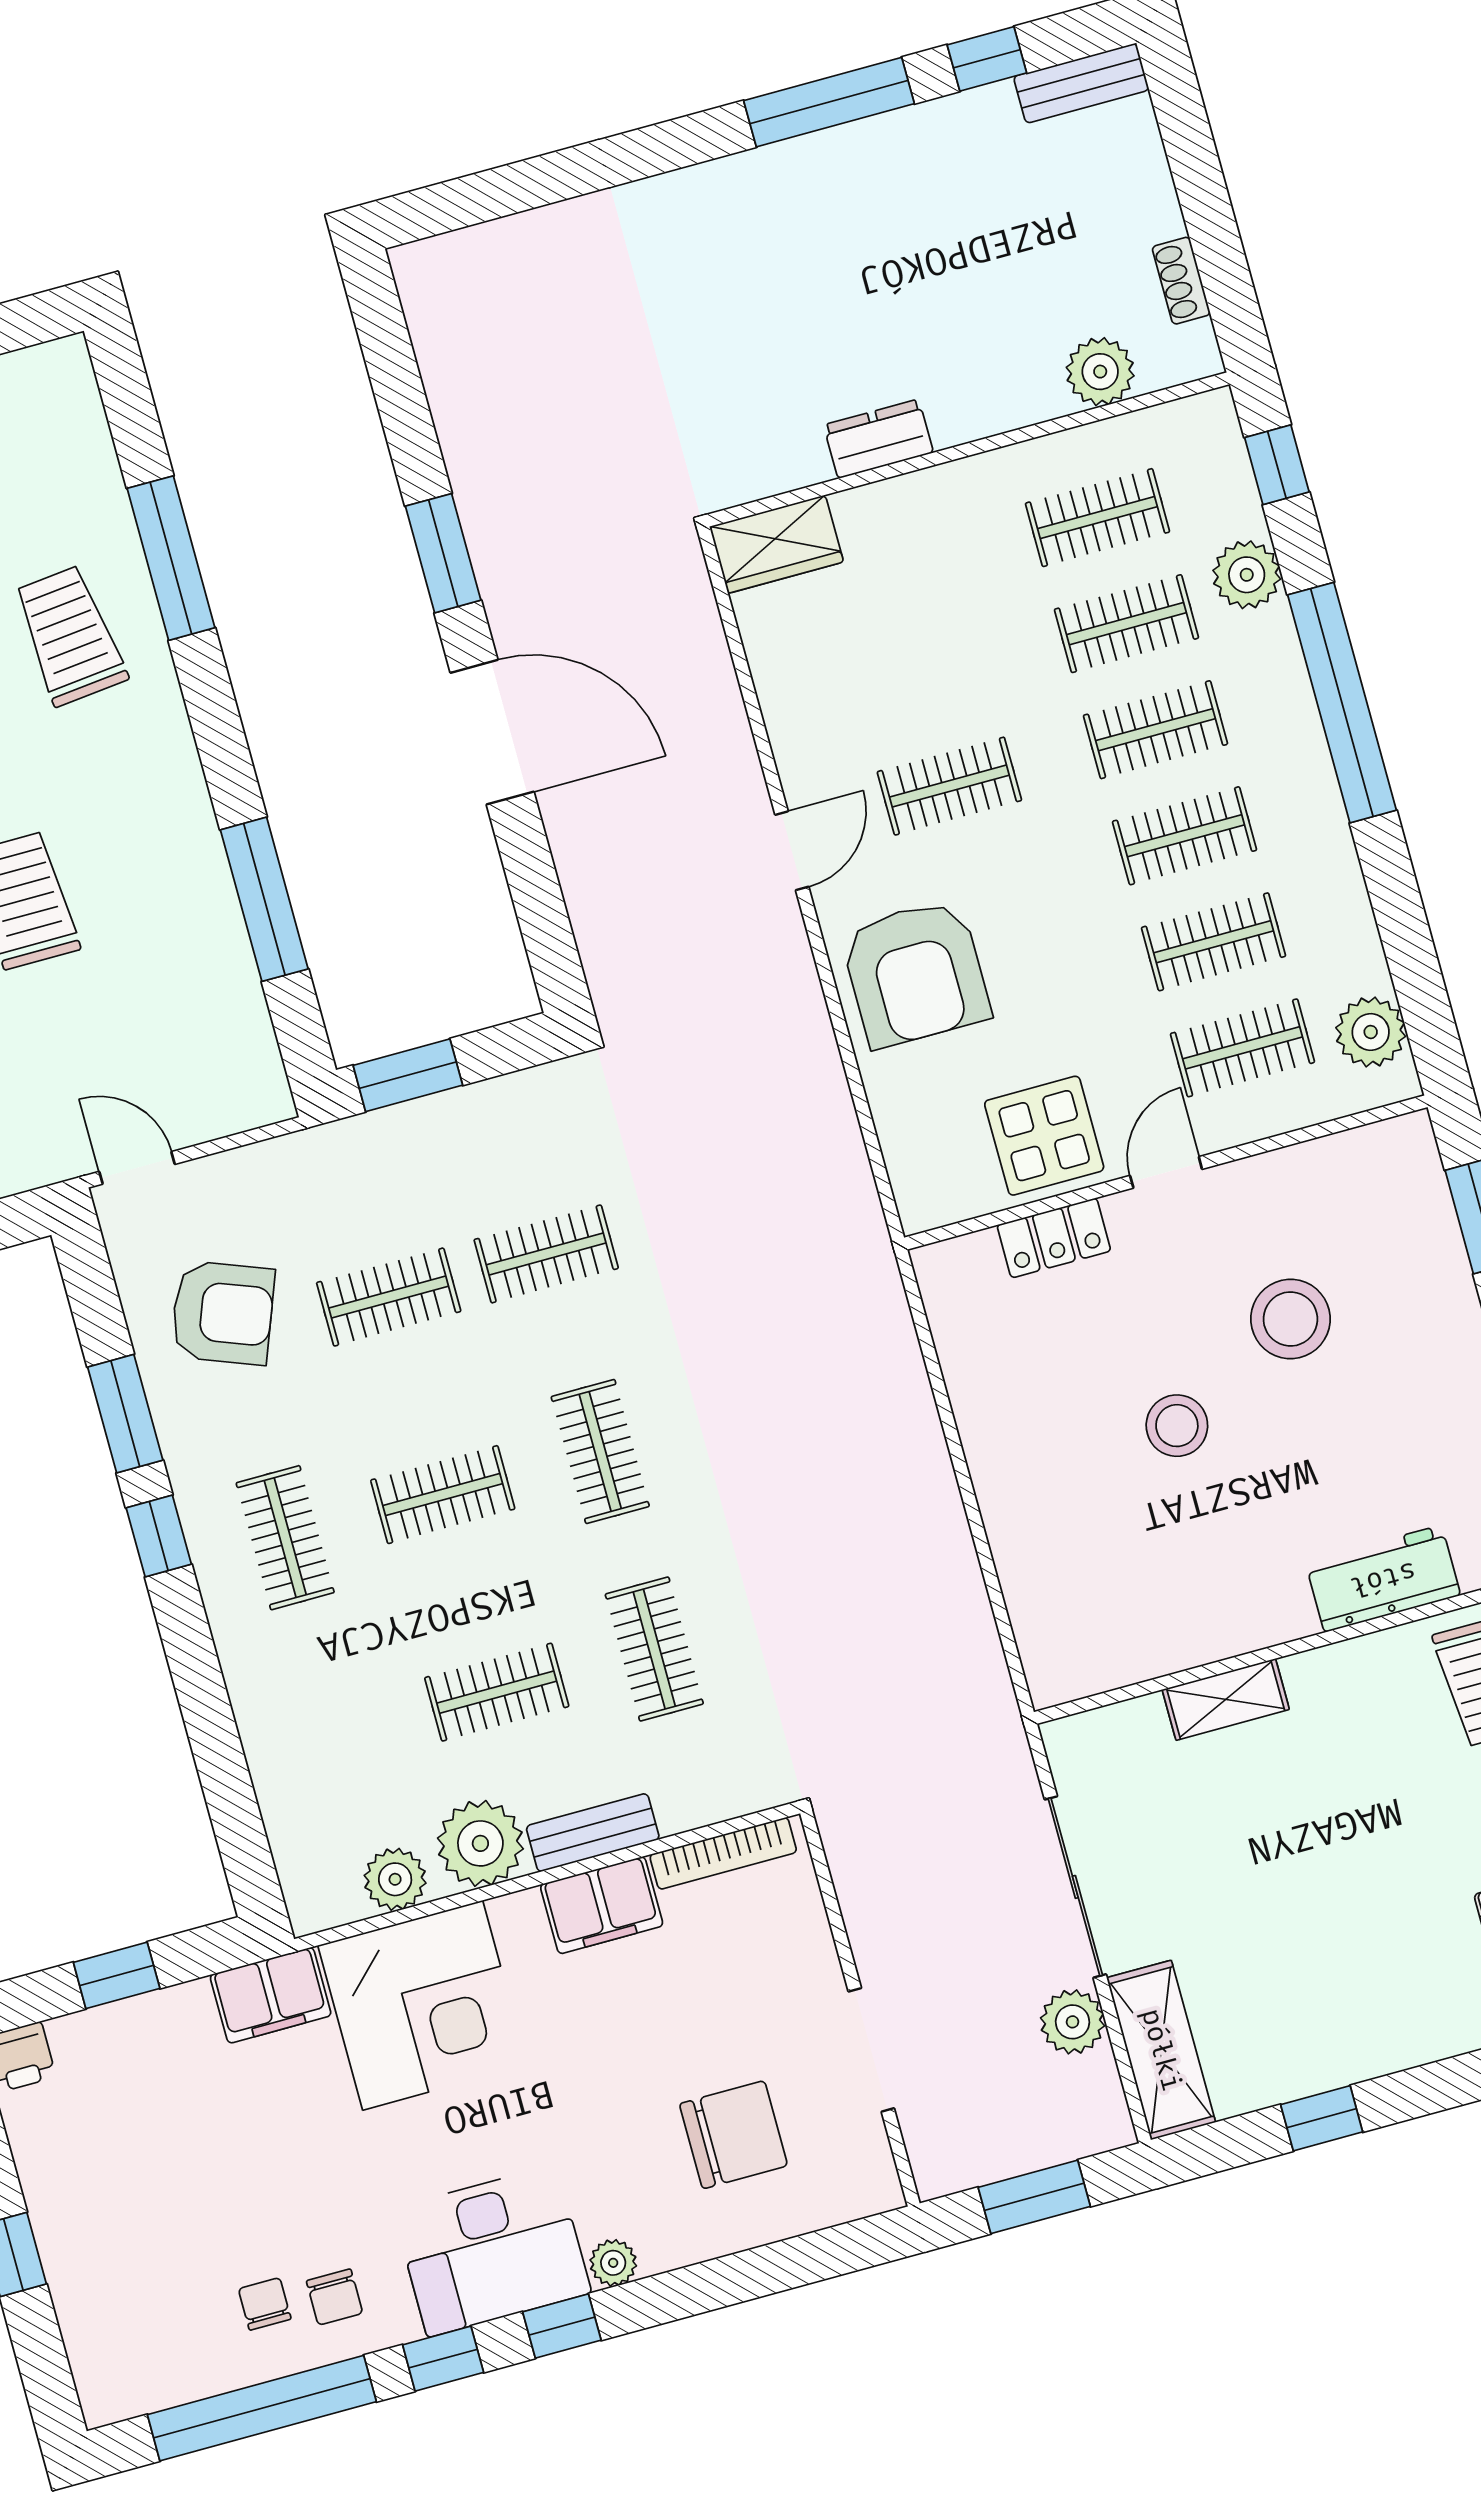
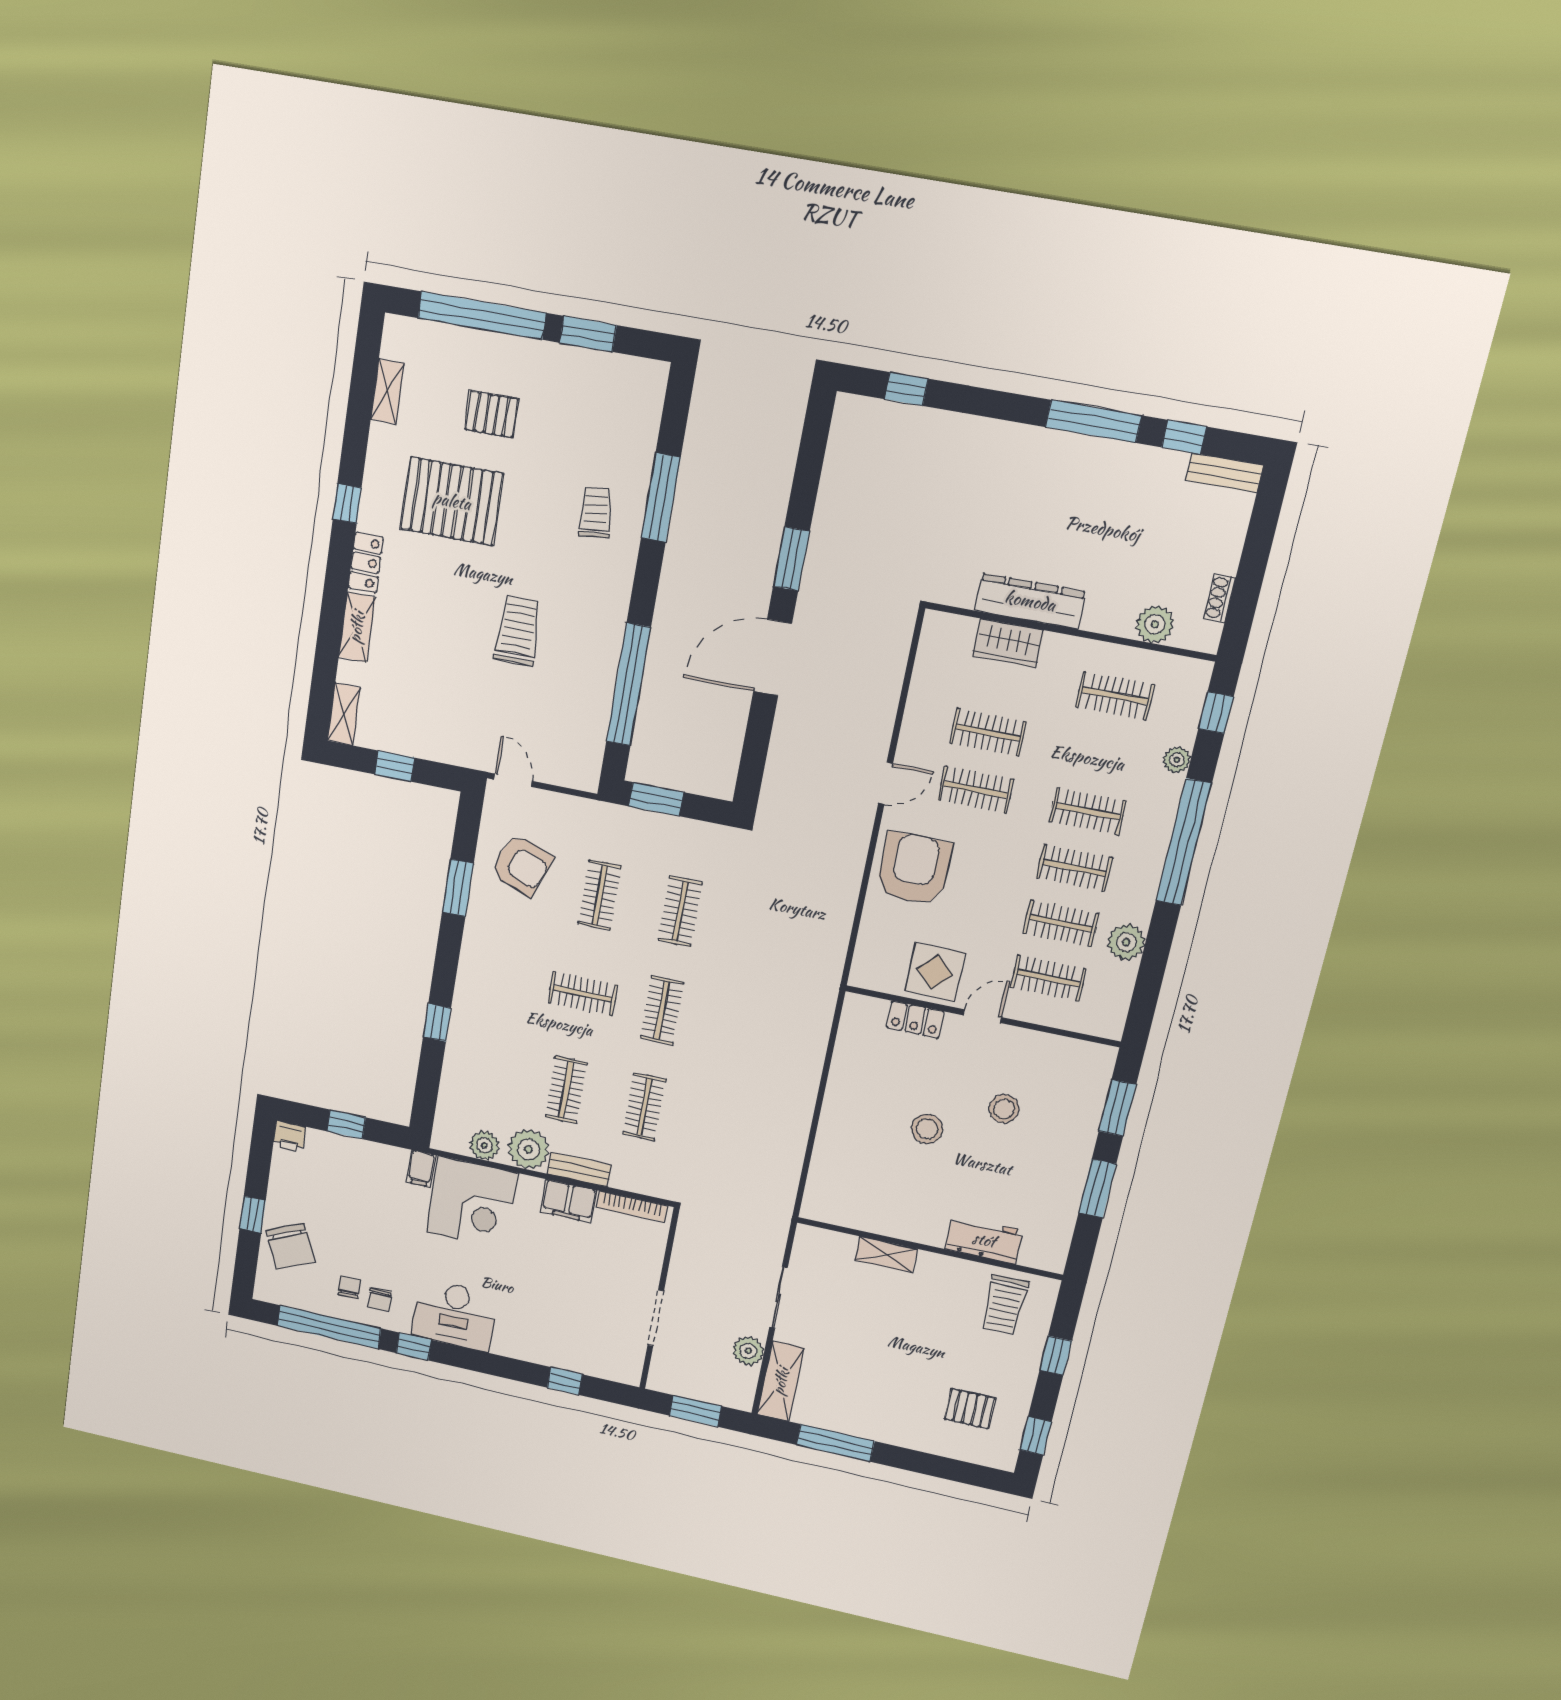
window: (498, 193) -> (906, 389), added
dresser: (878, 439) -> (1030, 601), width x1.96, depth x1.24
wardrobe: (777, 544) -> (1008, 643), moved
plant: (1247, 575) -> (1177, 760), width x0.73, depth x0.73
clothes rail: (1126, 624) -> (988, 732), moved
trolley: (70, 636) -> (595, 512), width x0.73, depth x0.72
door: (492, 732) -> (773, 657), swing flipped
window: (264, 899) -> (628, 685), width x1.46
armchair: (915, 973) -> (914, 869), turned 180
plant: (1371, 1032) -> (1126, 942), moved
clothes rail: (546, 1254) -> (680, 911), turned 90
clothes rail: (389, 1297) -> (600, 895), turned 90
stool: (1290, 1319) -> (1004, 1109), width x0.73, depth x0.73
window: (159, 1536) -> (437, 1022), moved
clothes rail: (285, 1538) -> (504, 977), removed
clothes rail: (497, 1692) -> (566, 1090), turned 90
sliding door: (1075, 1887) -> (778, 1298), width x0.73
filing cabinet: (271, 1995) -> (421, 1168), width x0.50
window: (1322, 2118) -> (835, 1443), width x2.17
chair: (733, 2135) -> (290, 1246), moved, turned 66
plant: (613, 2263) -> (503, 1346), removed
window: (562, 2326) -> (565, 1381), moved

